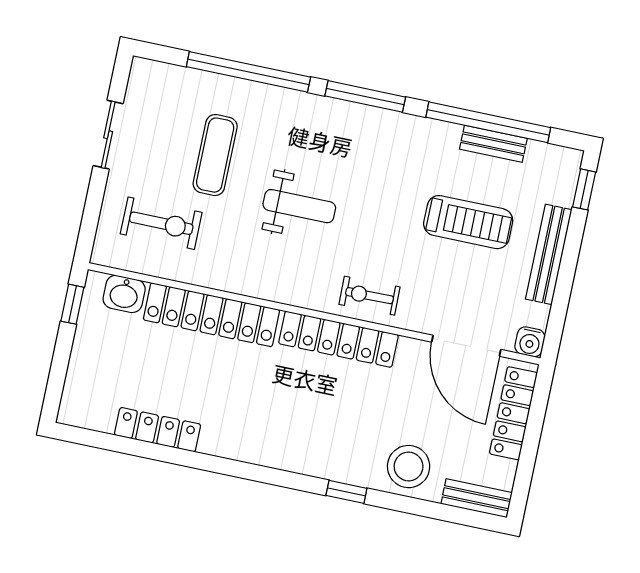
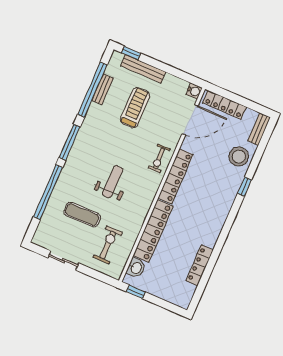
bench: (549, 254) -> (143, 69), moved

